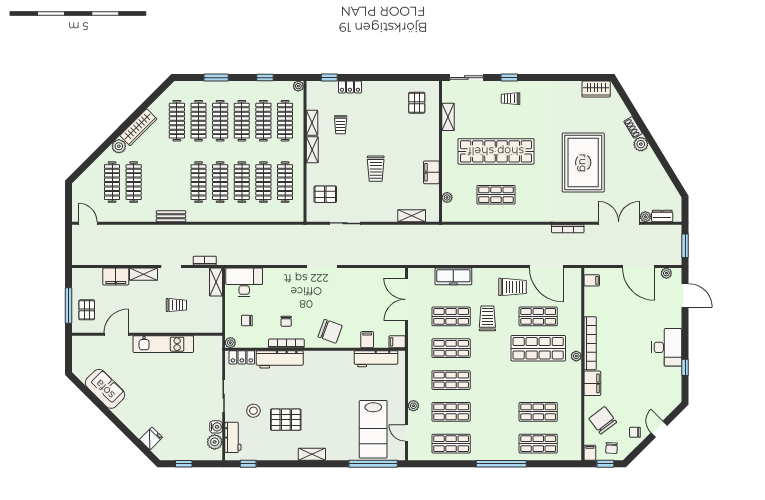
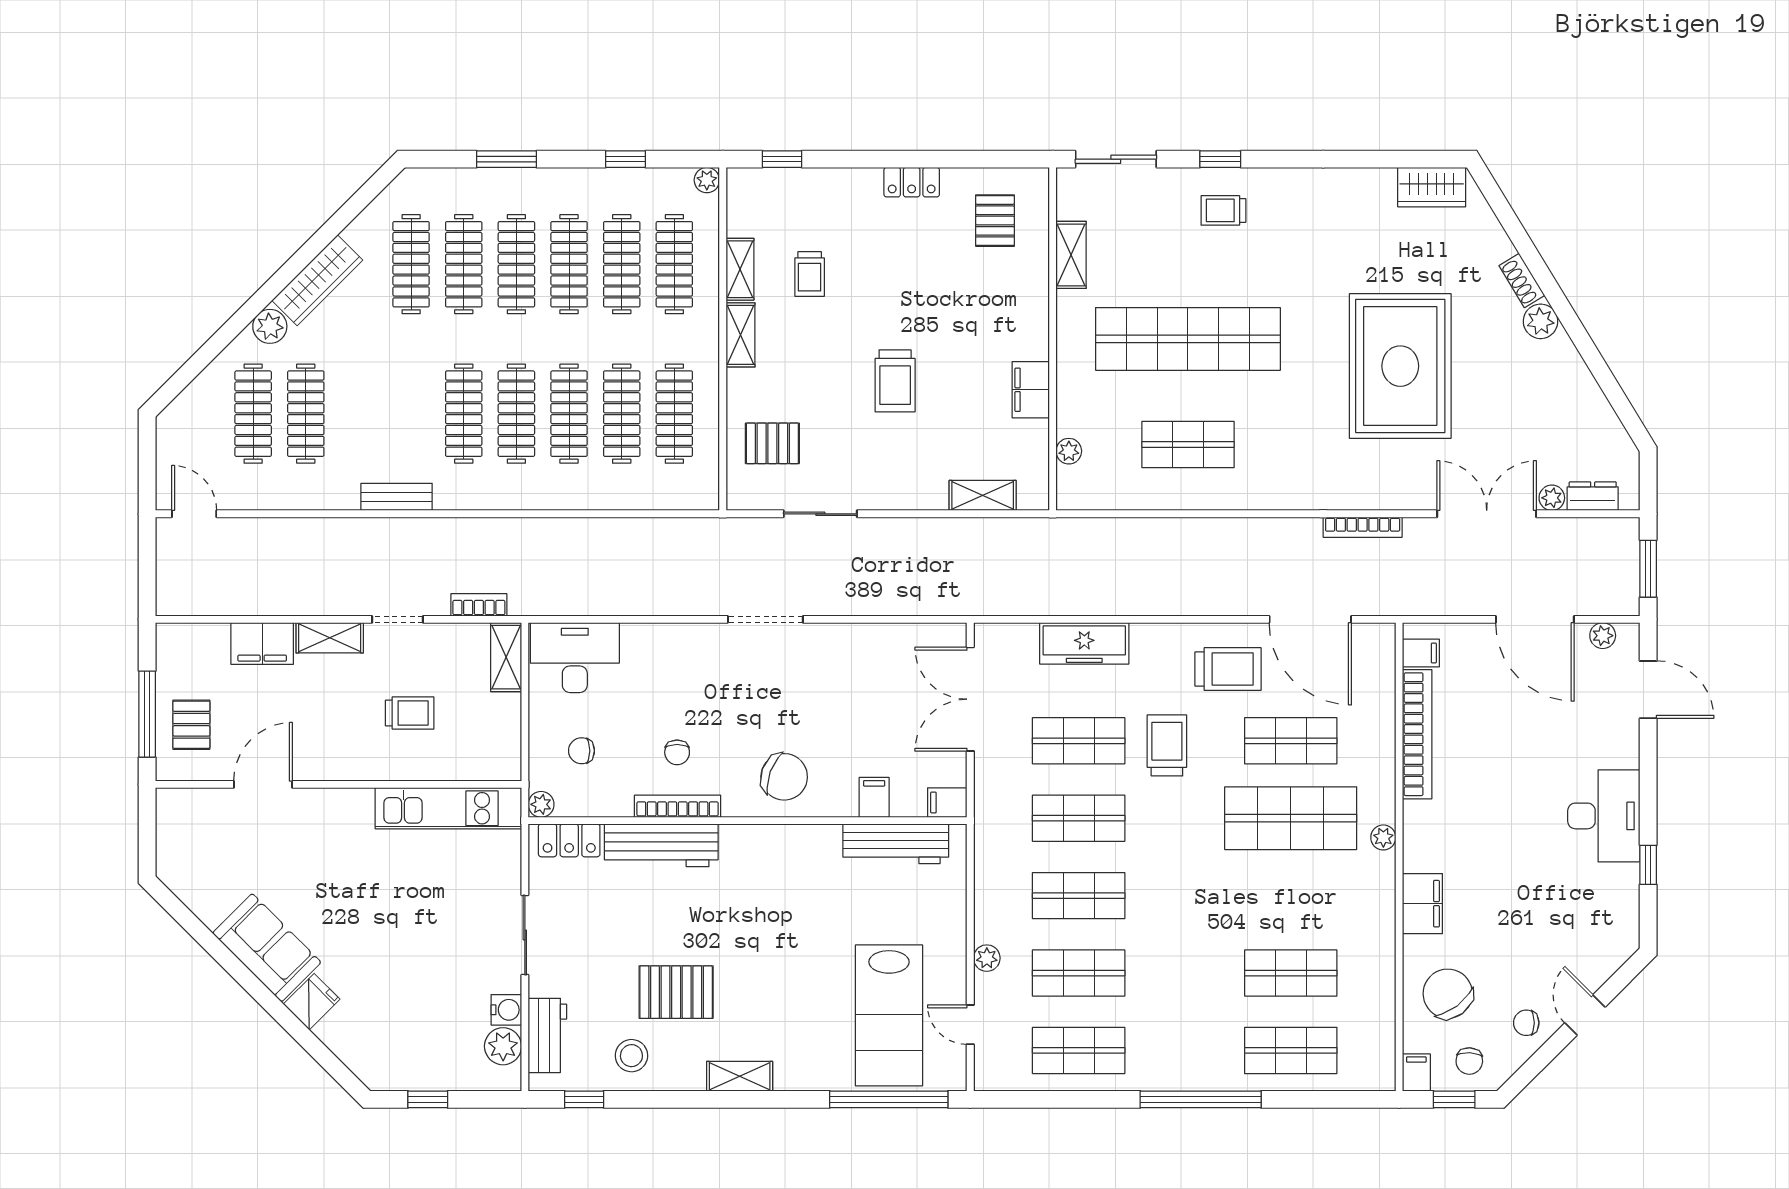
locker: (350, 87) -> (912, 182), moved
bookcase: (590, 343) -> (1417, 734), moved
kitchen unit: (163, 344) -> (448, 808), moved
sofa: (105, 389) -> (267, 948), moved
stool: (253, 411) -> (631, 1056), moved
fridge: (151, 438) -> (312, 1002), moved

